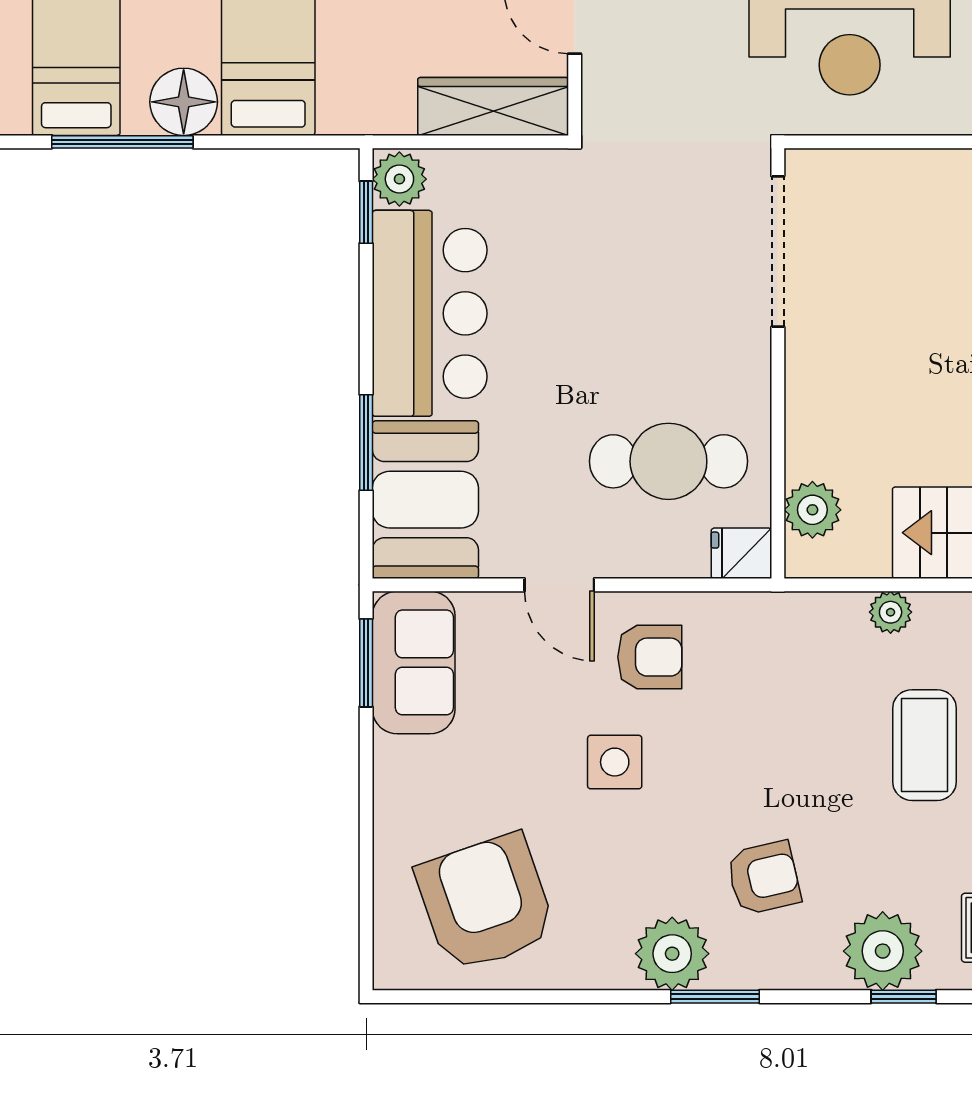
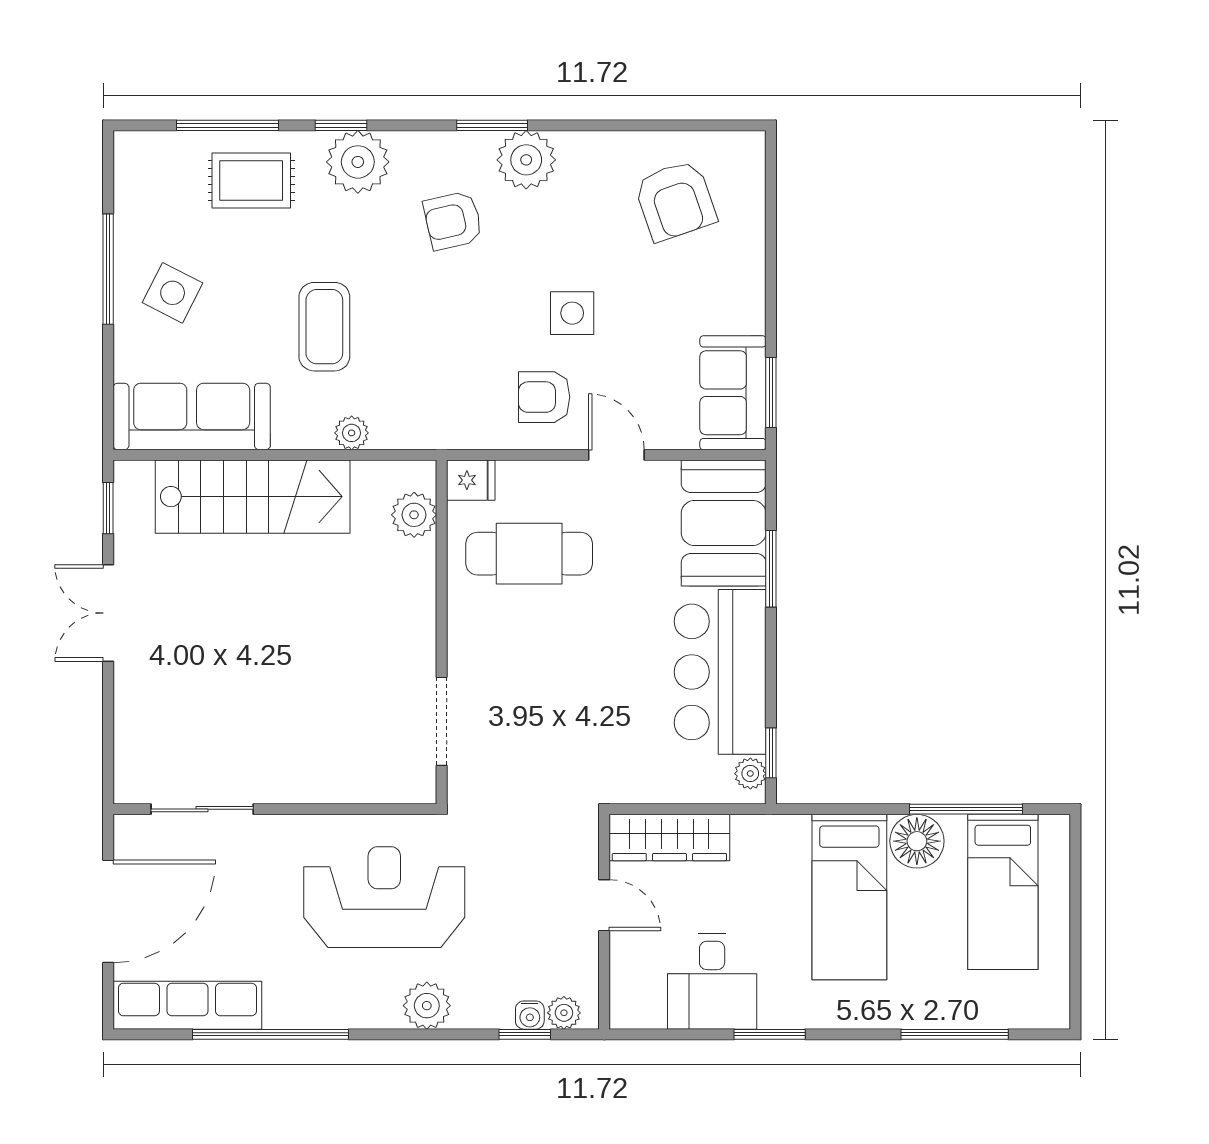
plant: (399, 179) -> (750, 774), width x0.73, depth x0.73
doorway: (778, 251) -> (442, 721), width x0.73
armchair: (486, 903) -> (675, 201), width x0.73, depth x0.73

